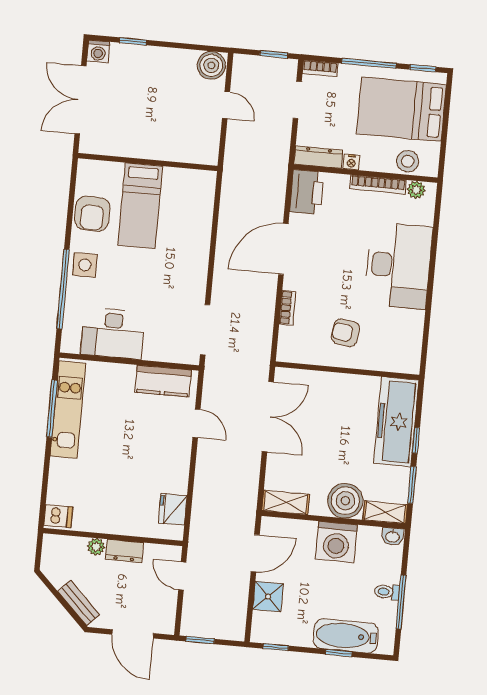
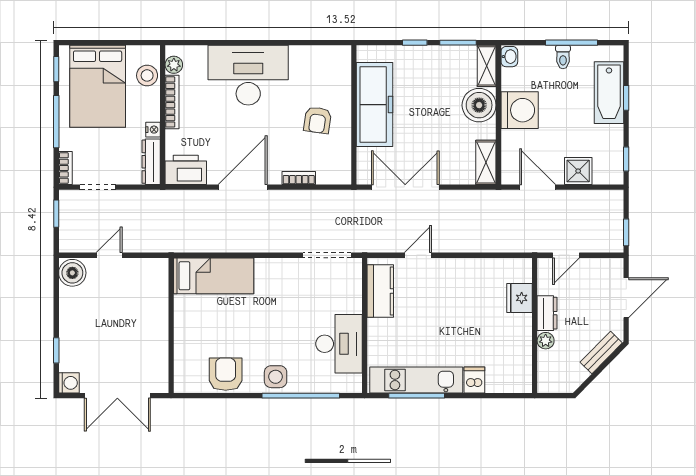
bed: (140, 206) -> (214, 276), moved
armchair: (92, 214) -> (226, 374), turned -91
door: (283, 249) -> (243, 187), swing flipped
freezer: (396, 422) -> (375, 105), moved, turned -90
fridge: (173, 509) -> (520, 298), moved, turned 90
dishwasher: (58, 516) -> (474, 380), moved

